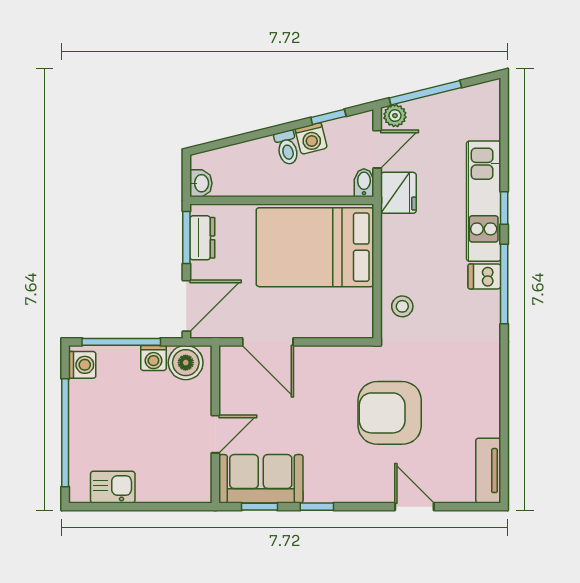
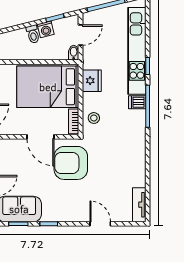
plant: (395, 116) -> (90, 17), removed
fridge: (398, 193) -> (92, 81), moved
kitchen unit: (484, 201) -> (137, 51), width x1.36
bookcase: (364, 313) -> (74, 121), added
door: (268, 342) -> (40, 137), moved
armchair: (390, 413) -> (71, 163), moved

